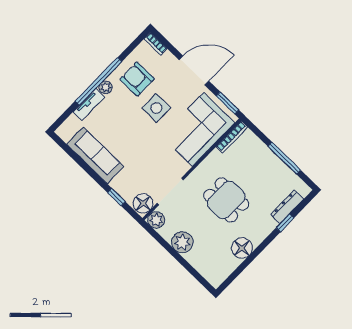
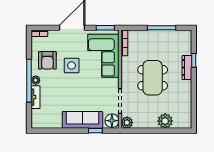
armchair: (137, 79) -> (47, 60), turned -90
sofa: (95, 155) -> (82, 120), moved
dining table: (226, 200) -> (153, 78), width x1.38
dresser: (287, 207) -> (187, 68), moved
plant: (182, 242) -> (165, 121), moved
floor lamp: (242, 248) -> (184, 94), removed

